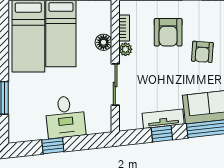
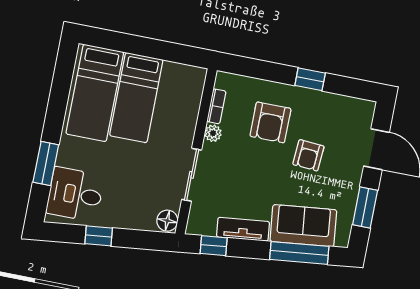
floor lamp: (103, 42) -> (167, 221), moved
desk: (65, 117) -> (75, 194), moved, turned 96
window: (162, 134) -> (214, 246), moved

